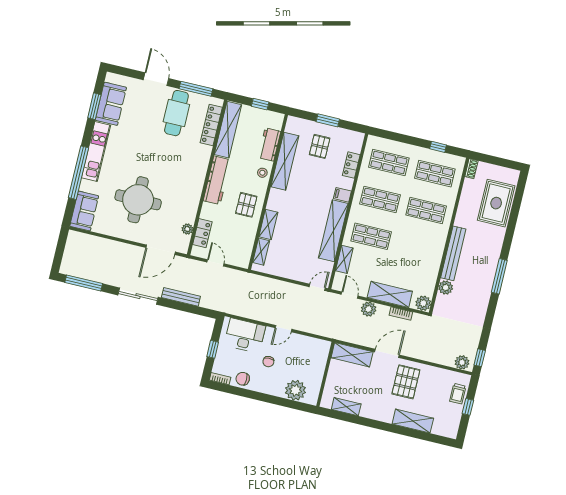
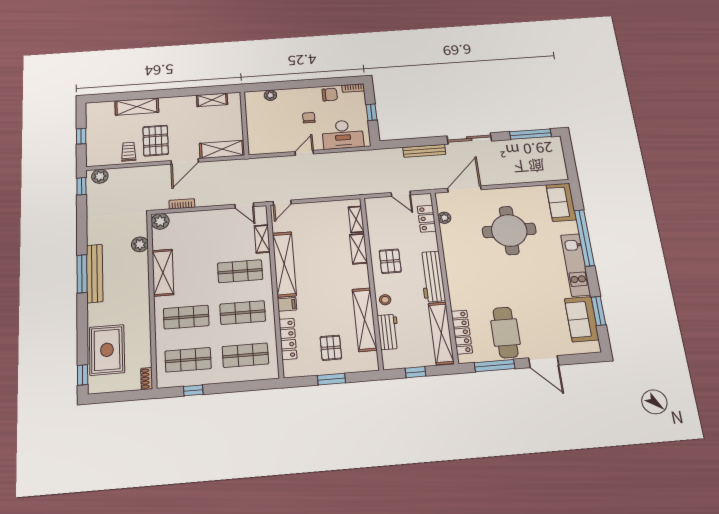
locker: (351, 165) -> (288, 339), width x1.53
window: (520, 188) -> (83, 375), added
bench: (453, 253) -> (95, 273), moved
shelving: (390, 294) -> (163, 273), moved, turned 90
plant: (369, 309) -> (219, 198), removed
plant: (295, 390) -> (270, 95), width x0.53, depth x0.53
trolley: (458, 394) -> (129, 152), moved

